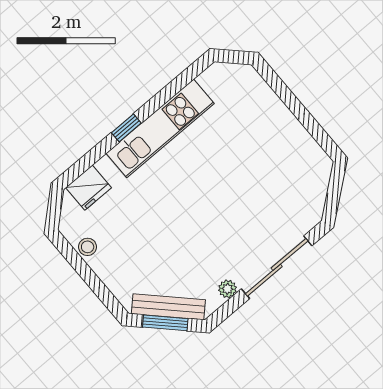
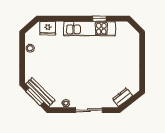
window: (126, 128) -> (99, 19), moved
dresser: (315, 197) -> (123, 97), added
sliding door: (277, 267) -> (89, 110), width x0.73

